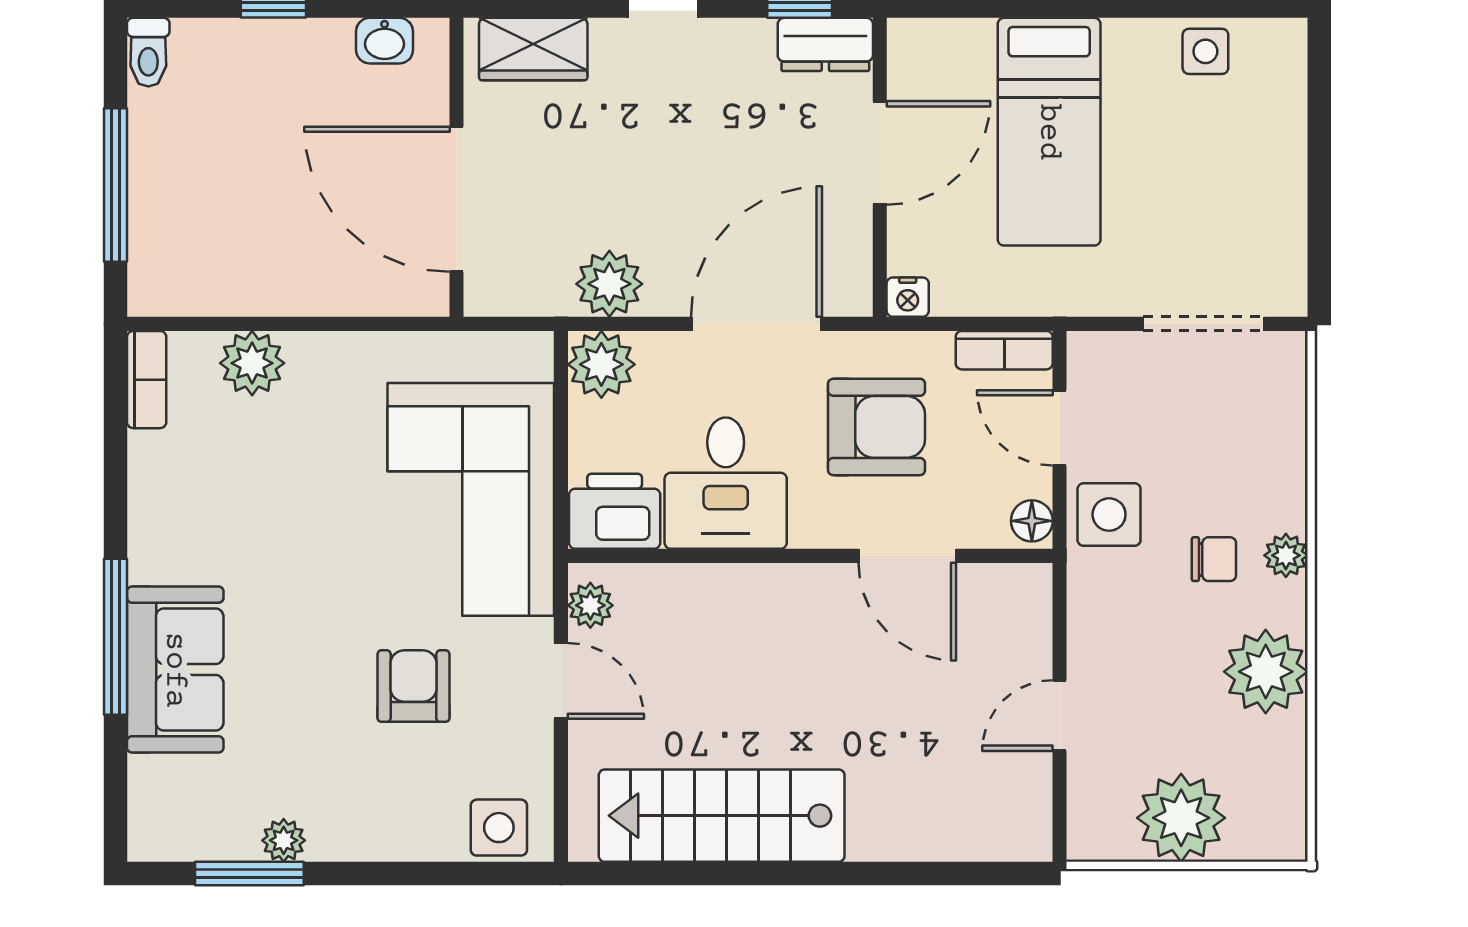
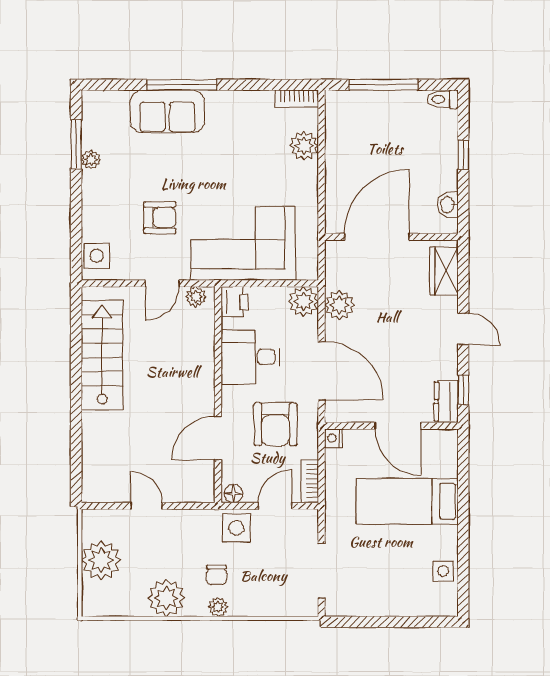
printer: (615, 511) -> (235, 302), width x0.73, depth x0.81

